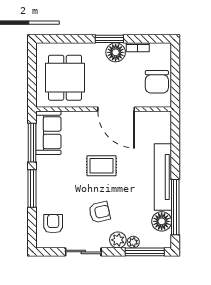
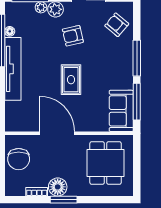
chair: (157, 82) -> (19, 159), turned 180
rug: (101, 166) -> (71, 80), turned 90
floor lamp: (162, 221) -> (10, 31), width x0.53, depth x0.53
armchair: (53, 224) -> (117, 25), turned 130

